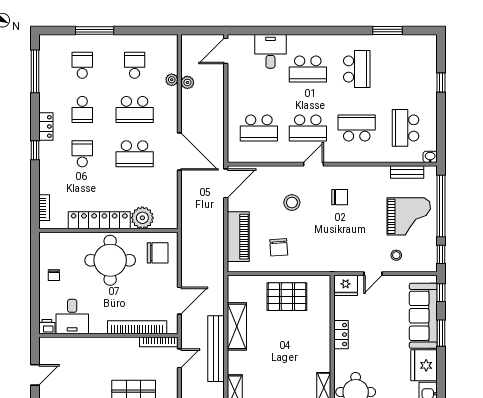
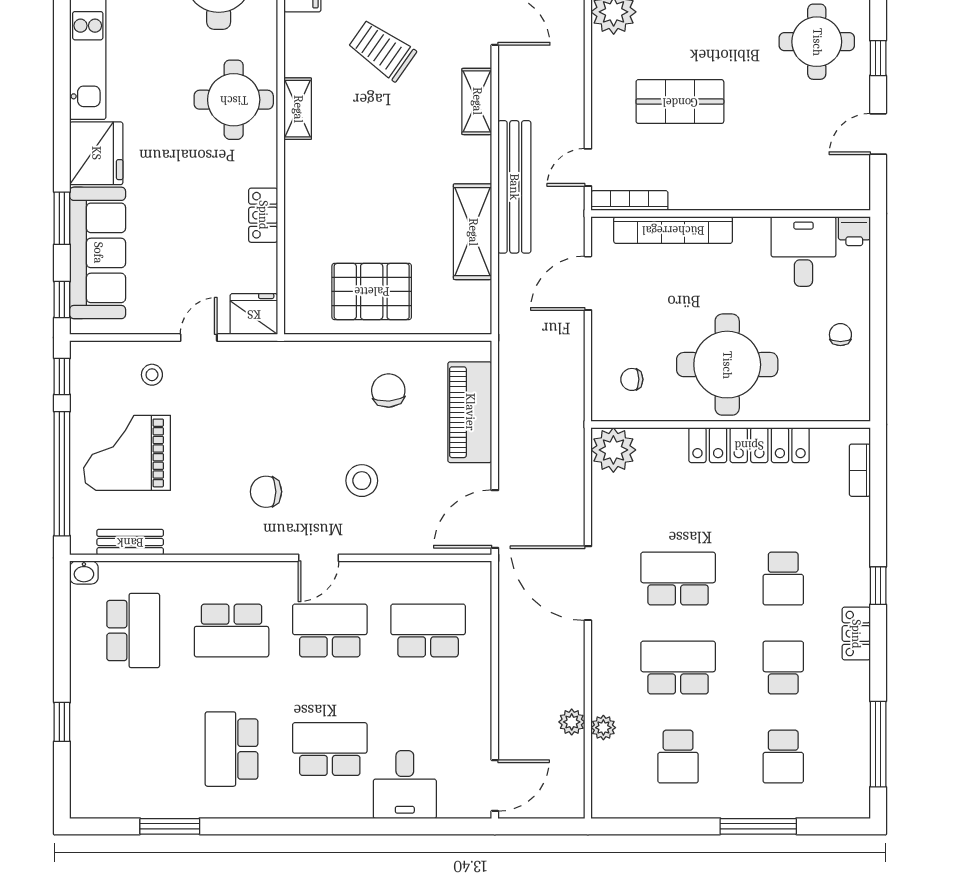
plant: (142, 218) -> (613, 450), moved
chair: (158, 253) -> (632, 379), width x0.54, depth x0.54

